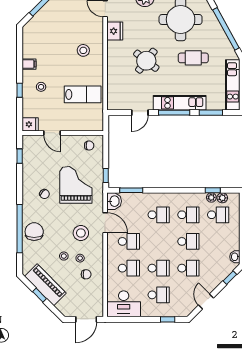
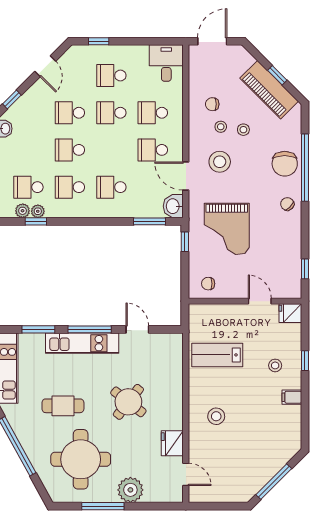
door: (140, 113) -> (137, 329), hinge flipped
chair: (45, 194) -> (287, 204), moved
desk: (124, 304) -> (166, 63), width x0.73

